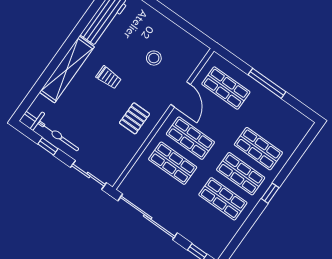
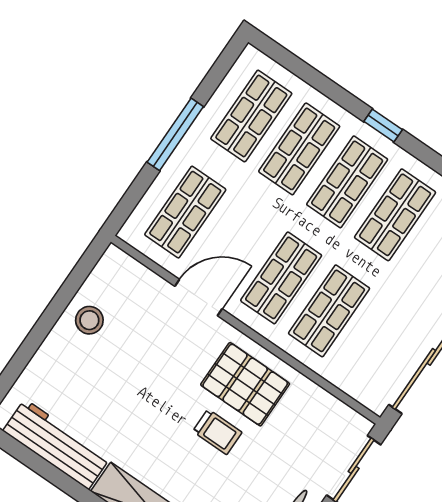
stool: (154, 58) -> (89, 320), moved
trolley: (109, 77) -> (217, 432), moved, turned 90
pallet: (134, 118) -> (245, 384), width x1.50, depth x1.42
shop shelf: (276, 124) -> (251, 116), added

